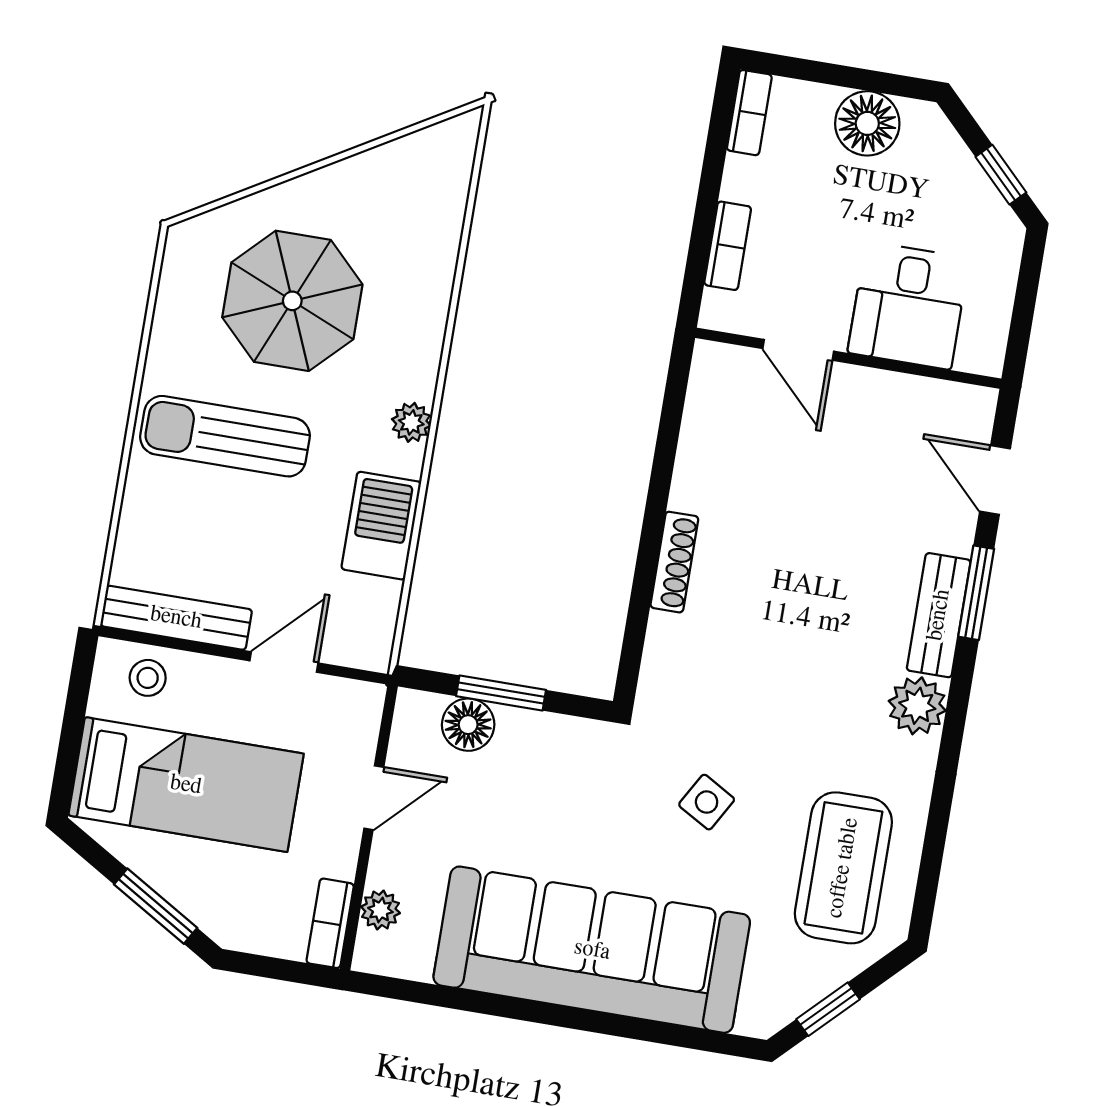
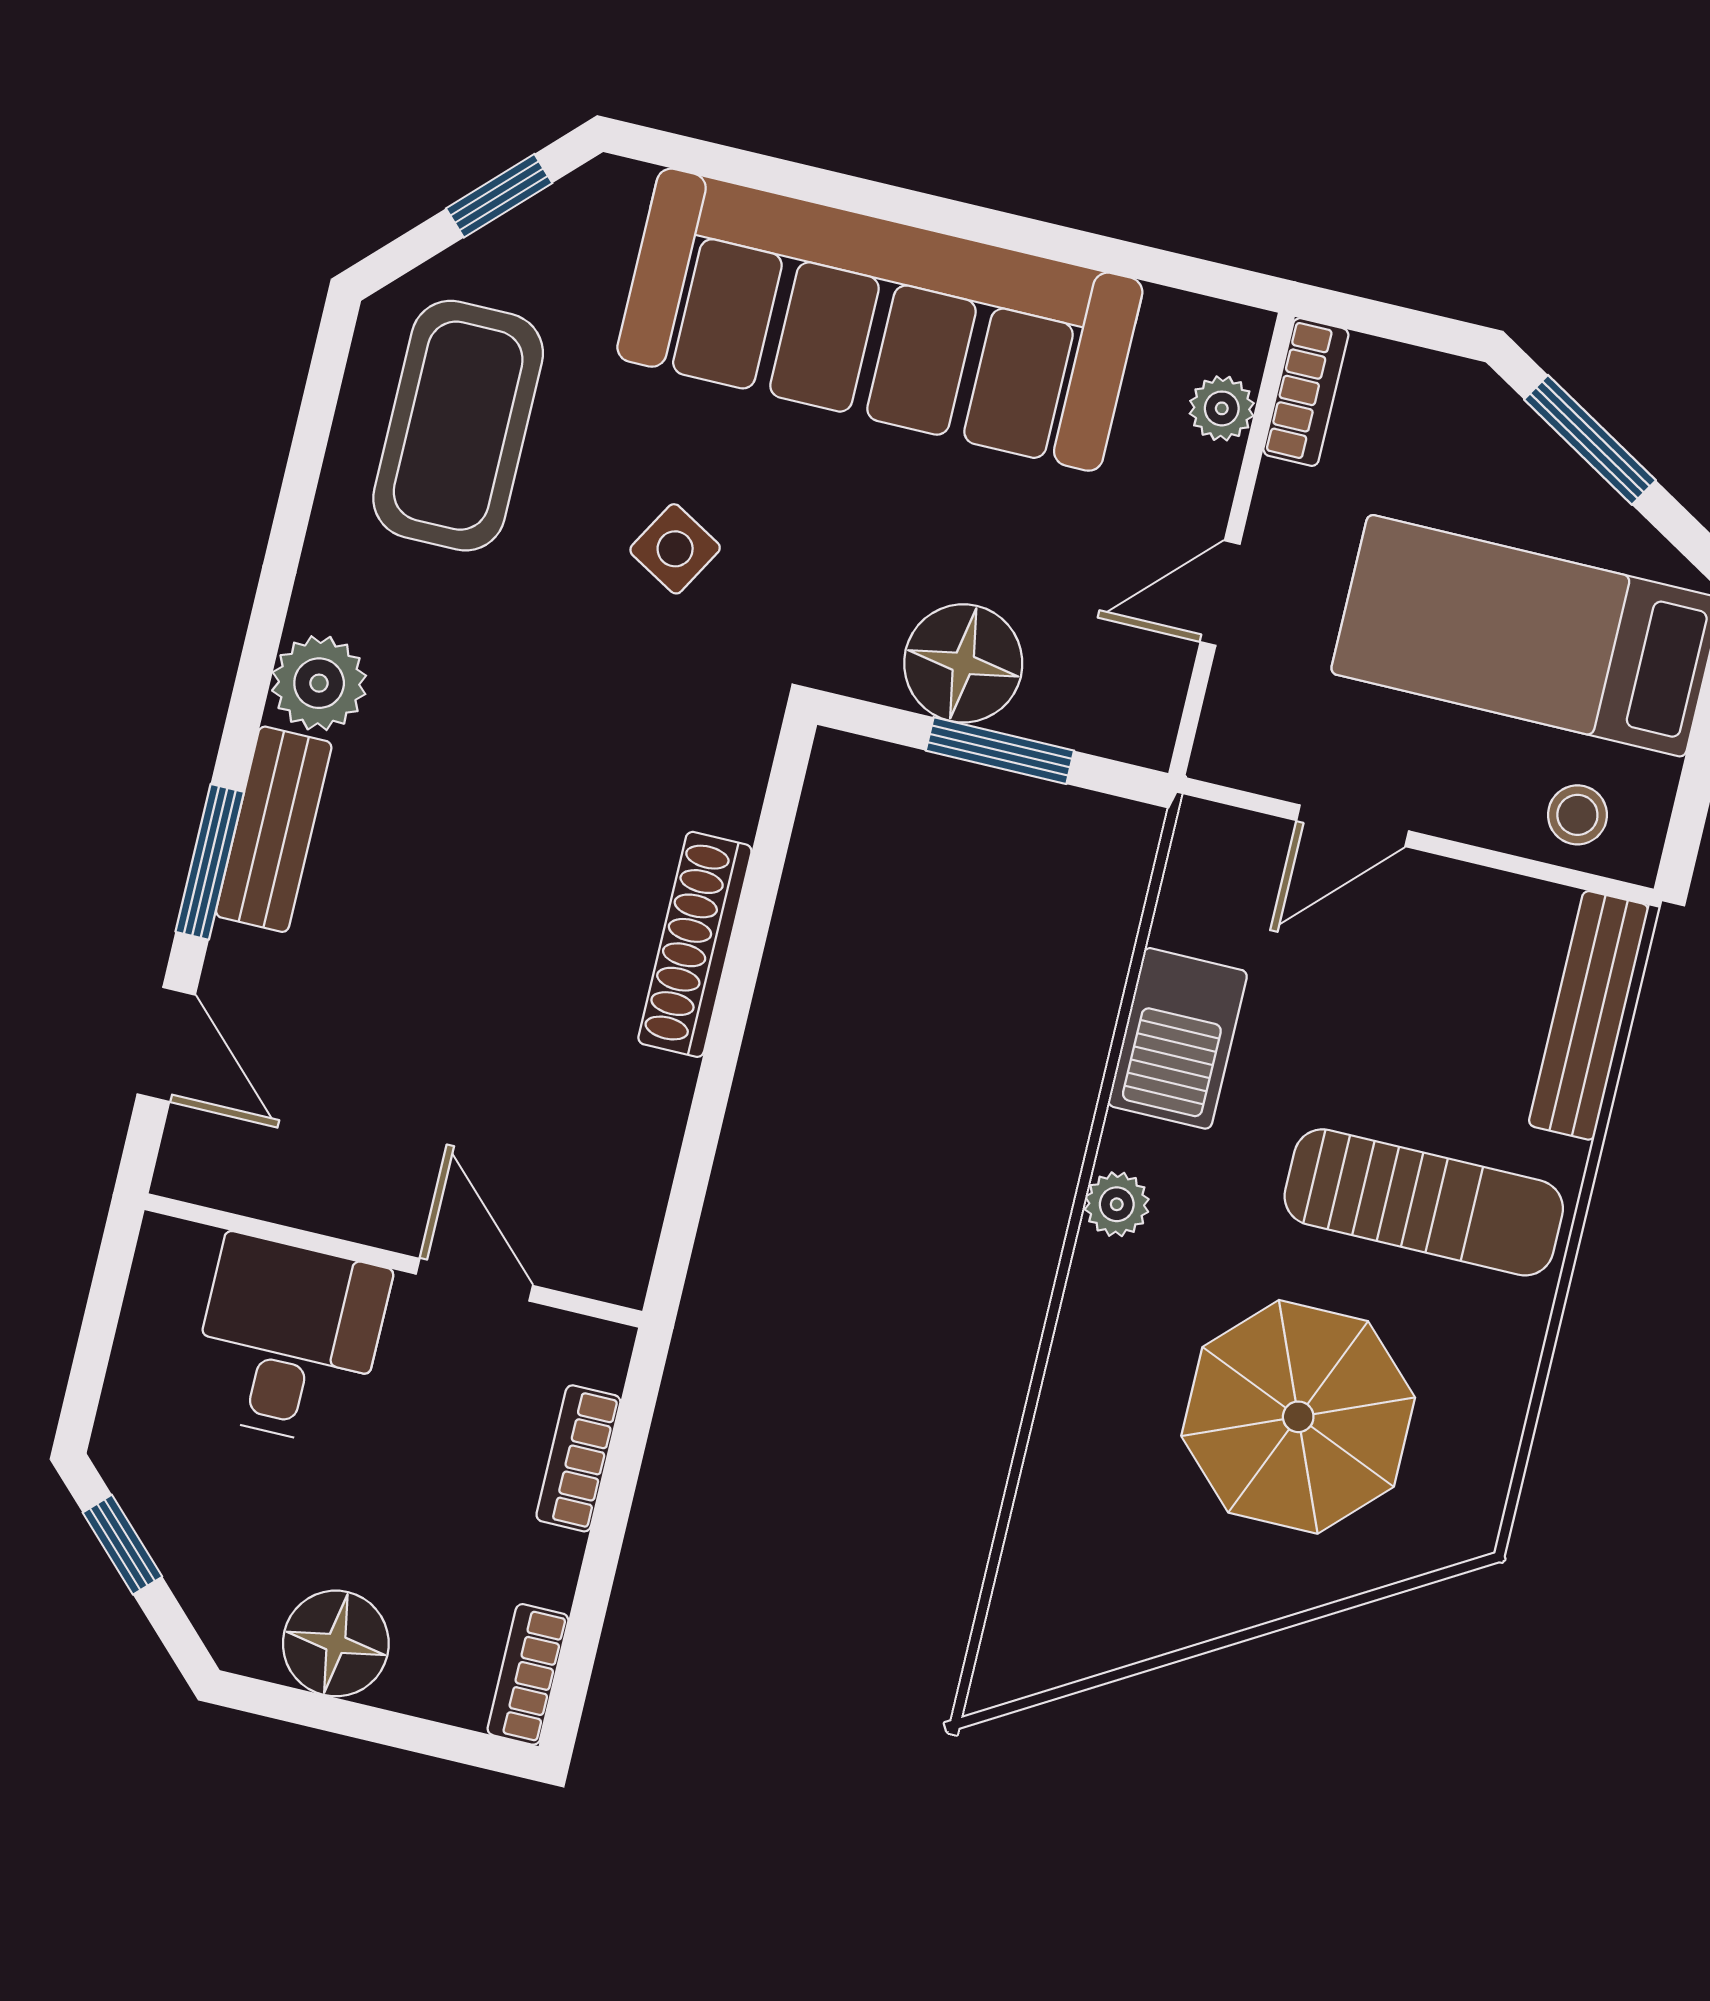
shoe rack: (674, 562) -> (695, 944), width x1.36, depth x1.24
bench: (176, 618) -> (1589, 1015), moved, turned 90
floor lamp: (468, 725) -> (963, 663), moved, width x1.38, depth x1.38

